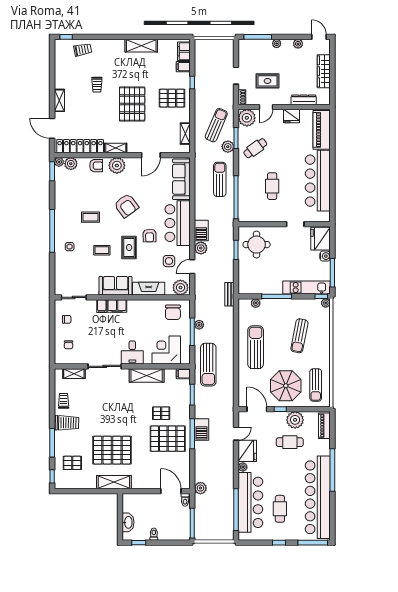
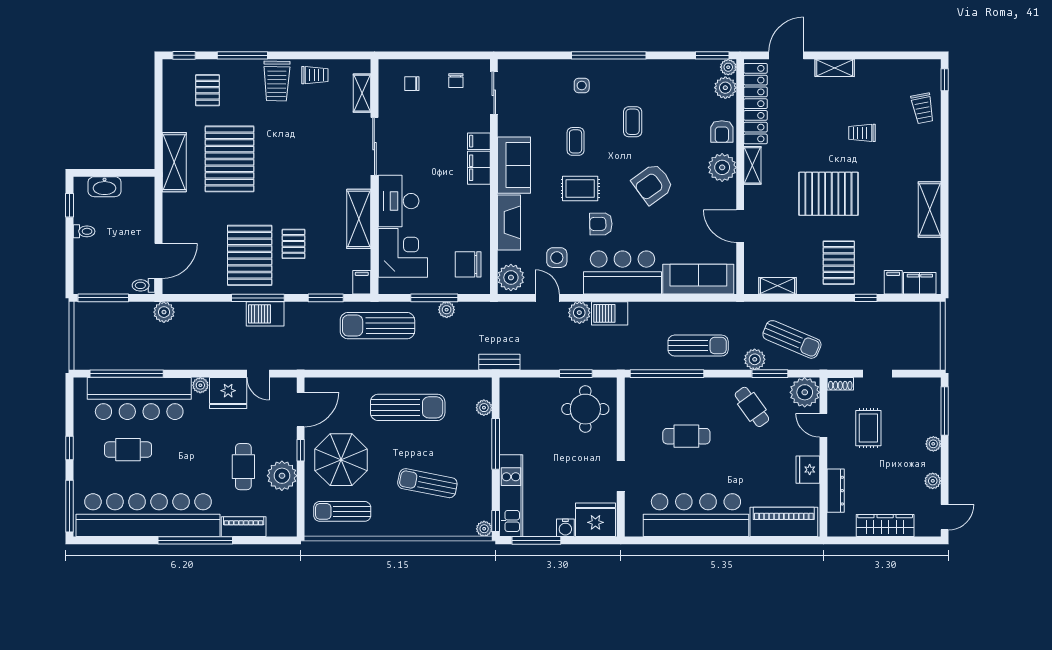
desk: (132, 352) -> (399, 201), width x1.37
piano: (324, 426) -> (244, 527), moved

